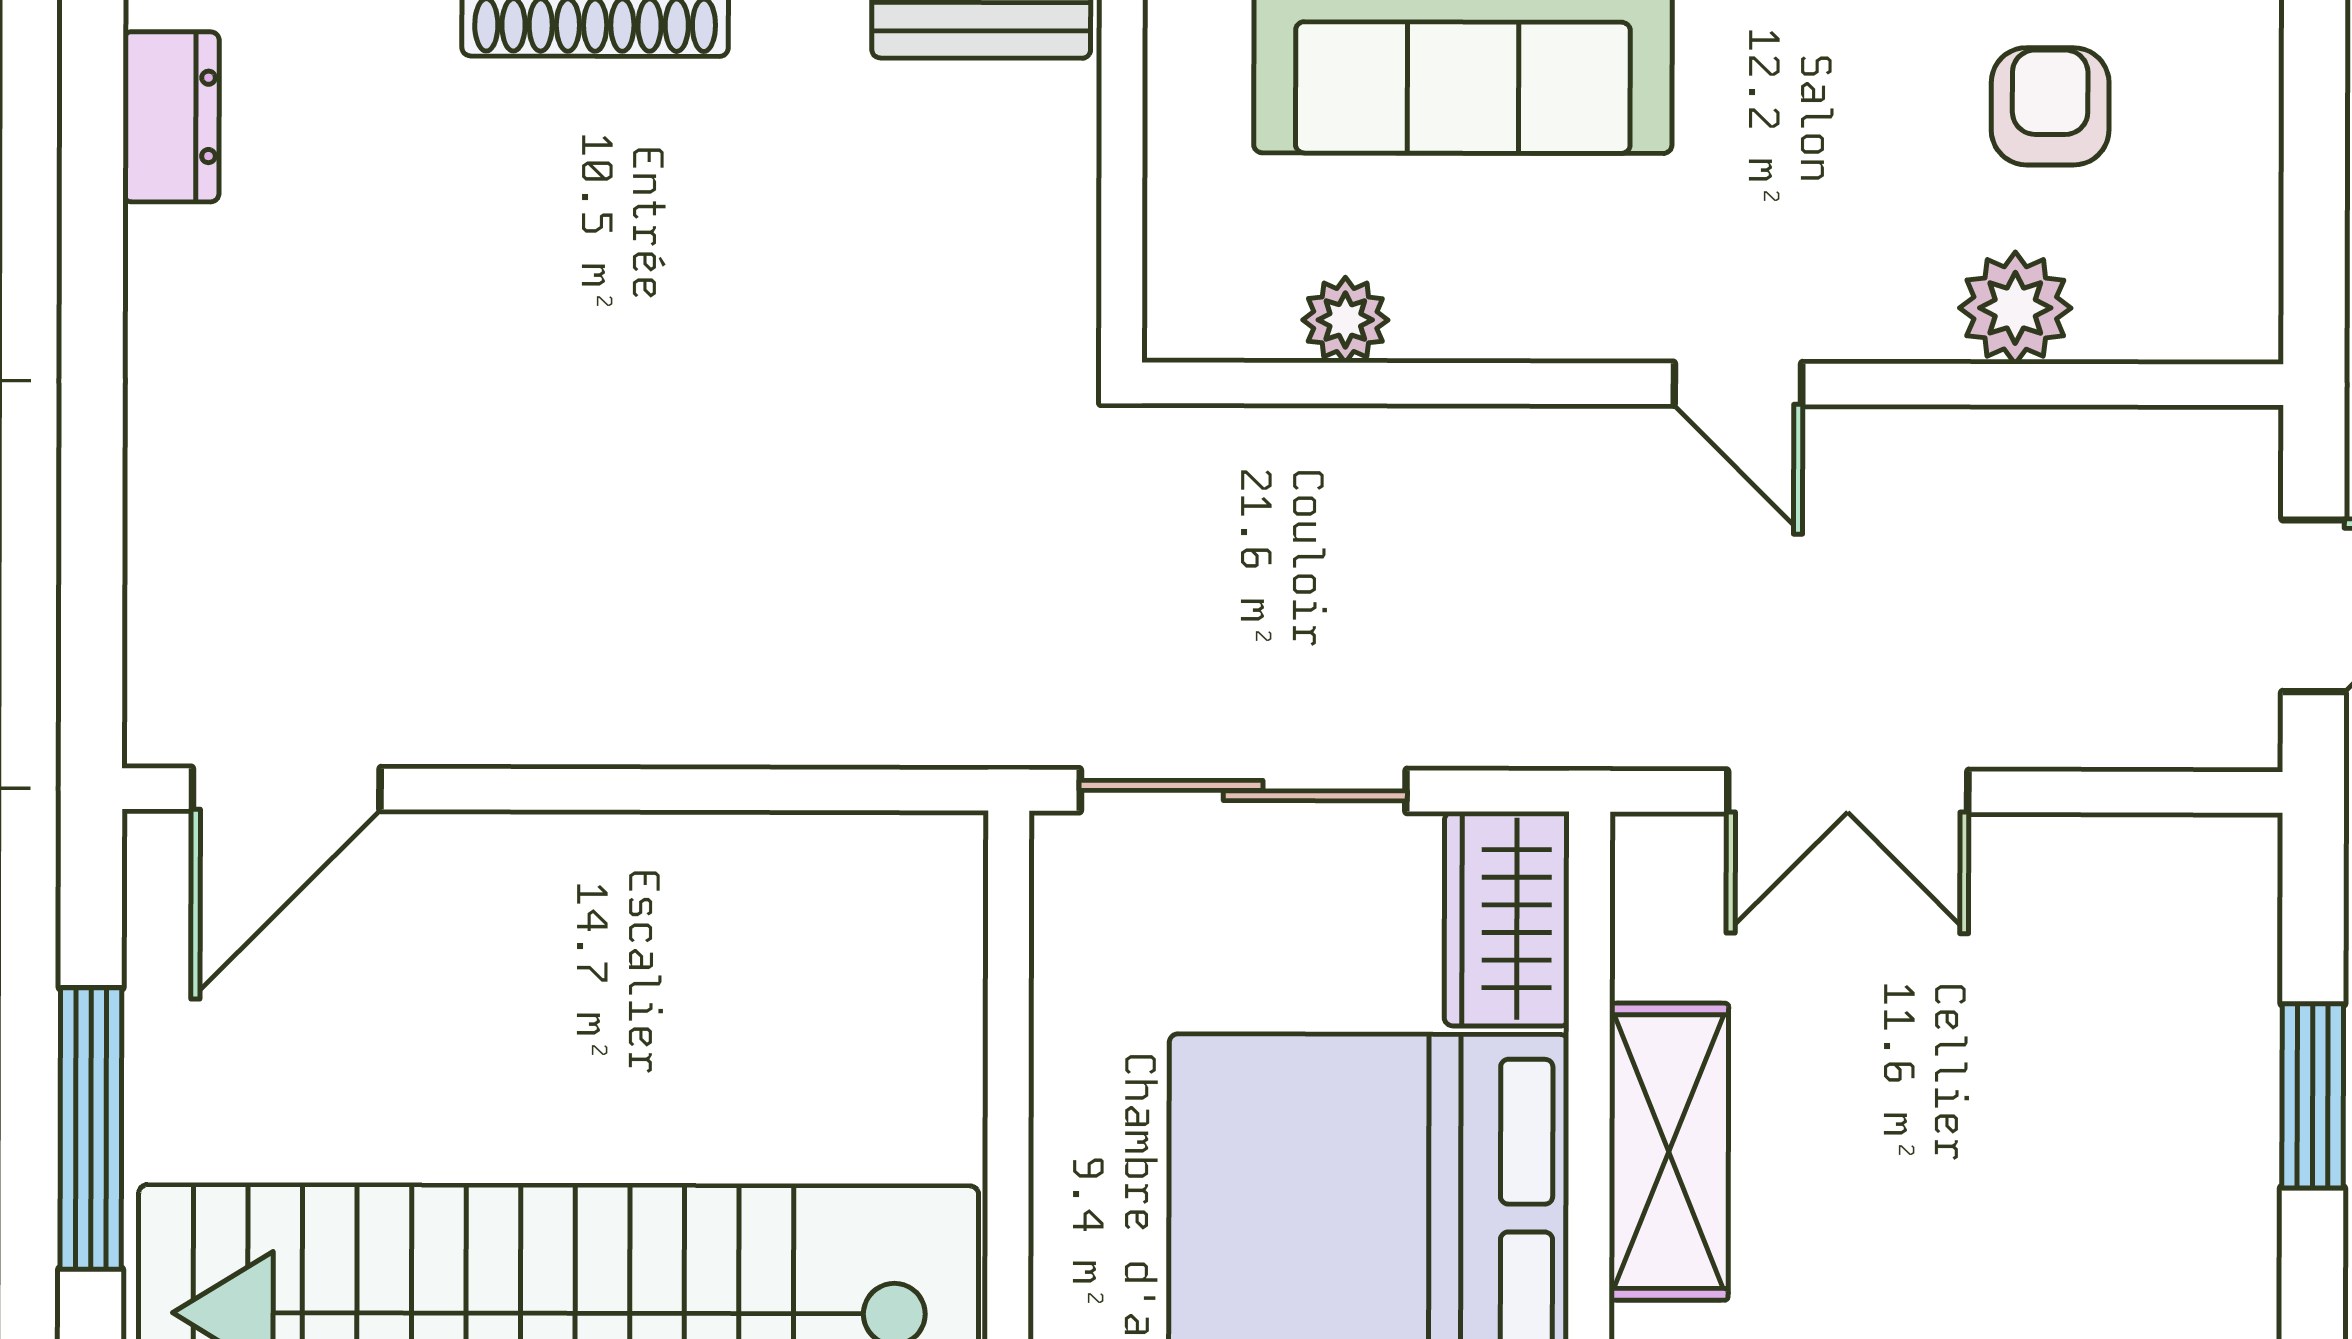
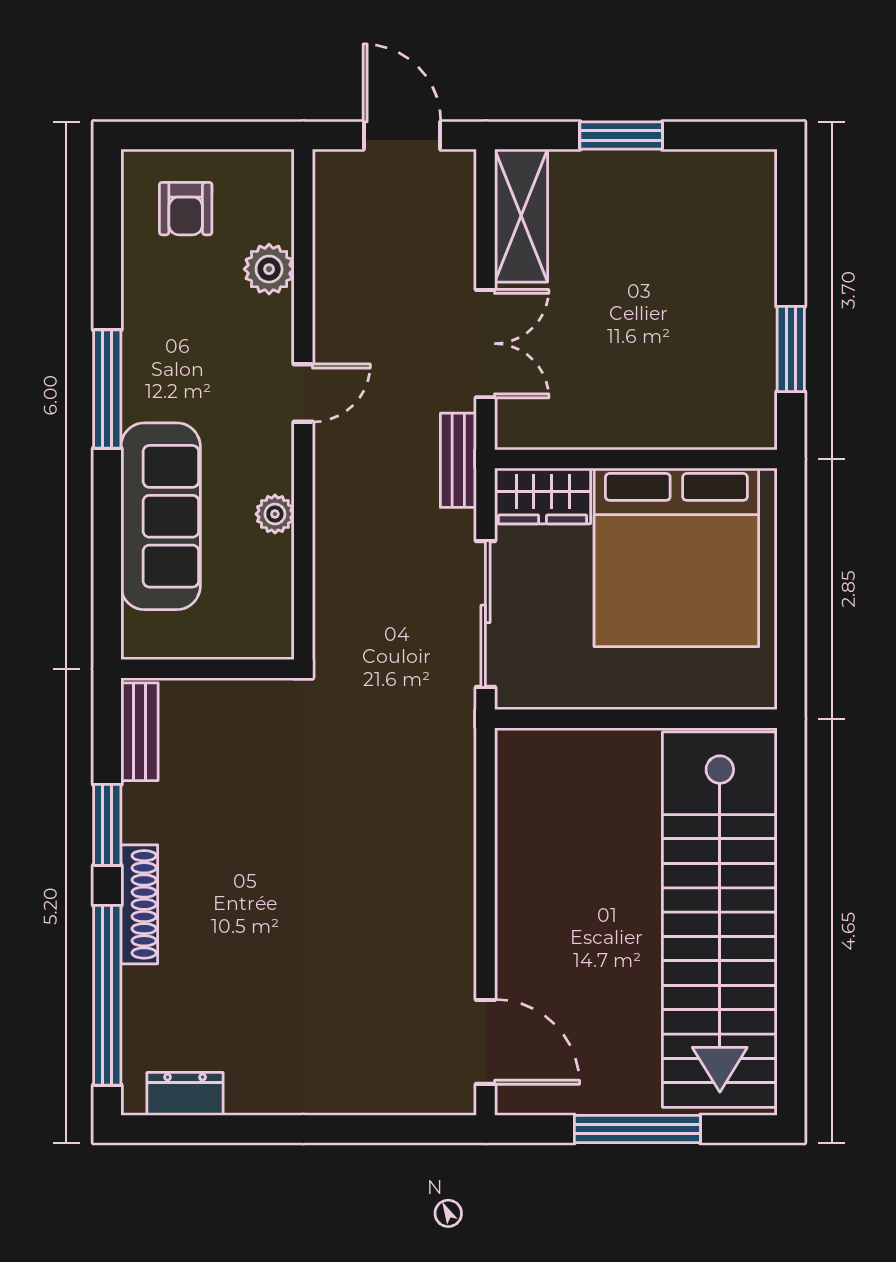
armchair: (2050, 106) -> (186, 209), moved, turned -90
plant: (1345, 320) -> (275, 514), moved
bench: (1587, 731) -> (458, 460), added
shelving: (1669, 1152) -> (521, 216), moved, turned 90

